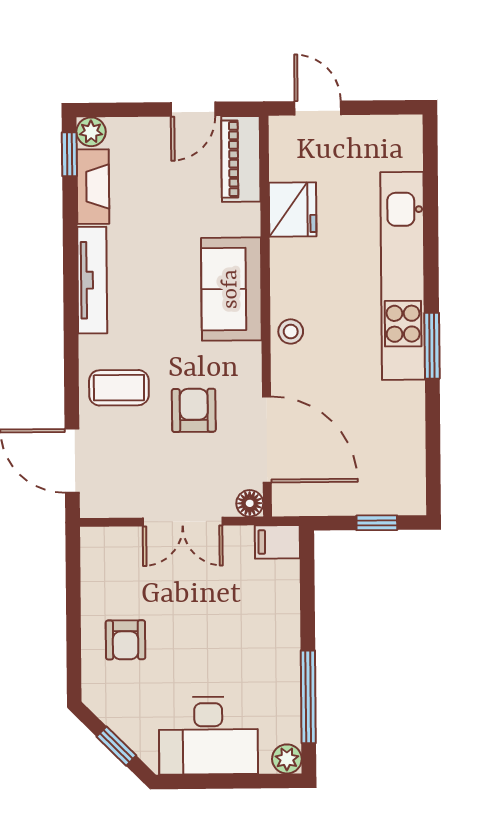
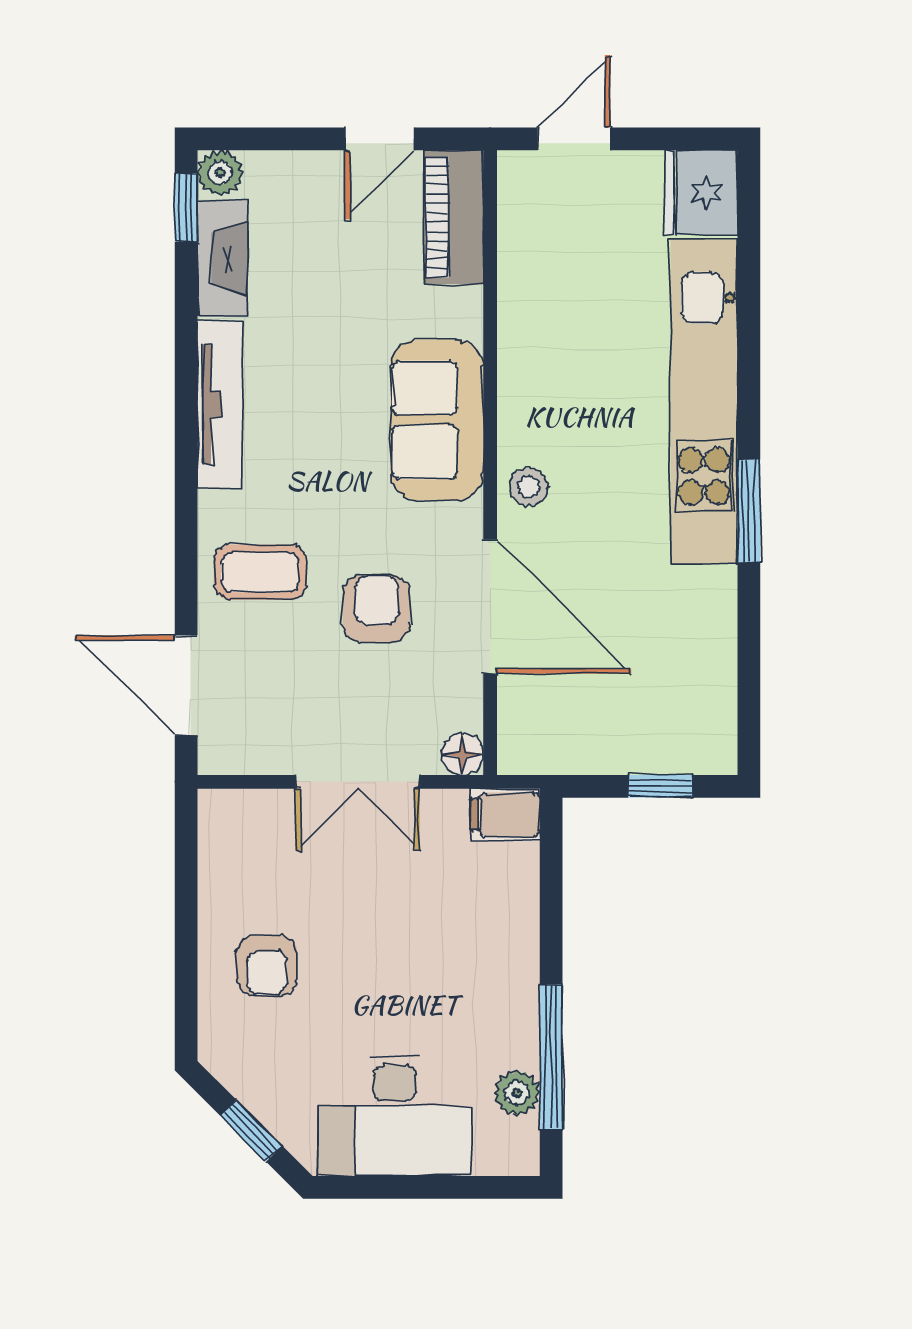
door: (318, 108) -> (574, 139), hinge flipped
fridge: (293, 209) -> (701, 193), moved, turned 180
door: (267, 440) -> (490, 606), moved
plant: (287, 759) -> (517, 1093), moved

